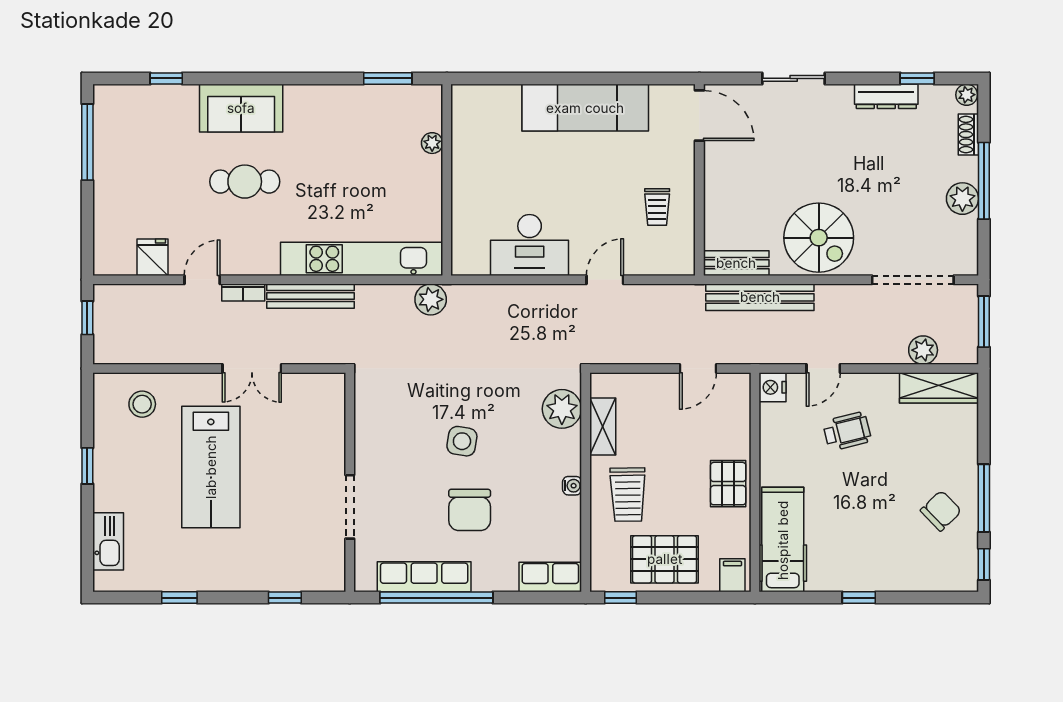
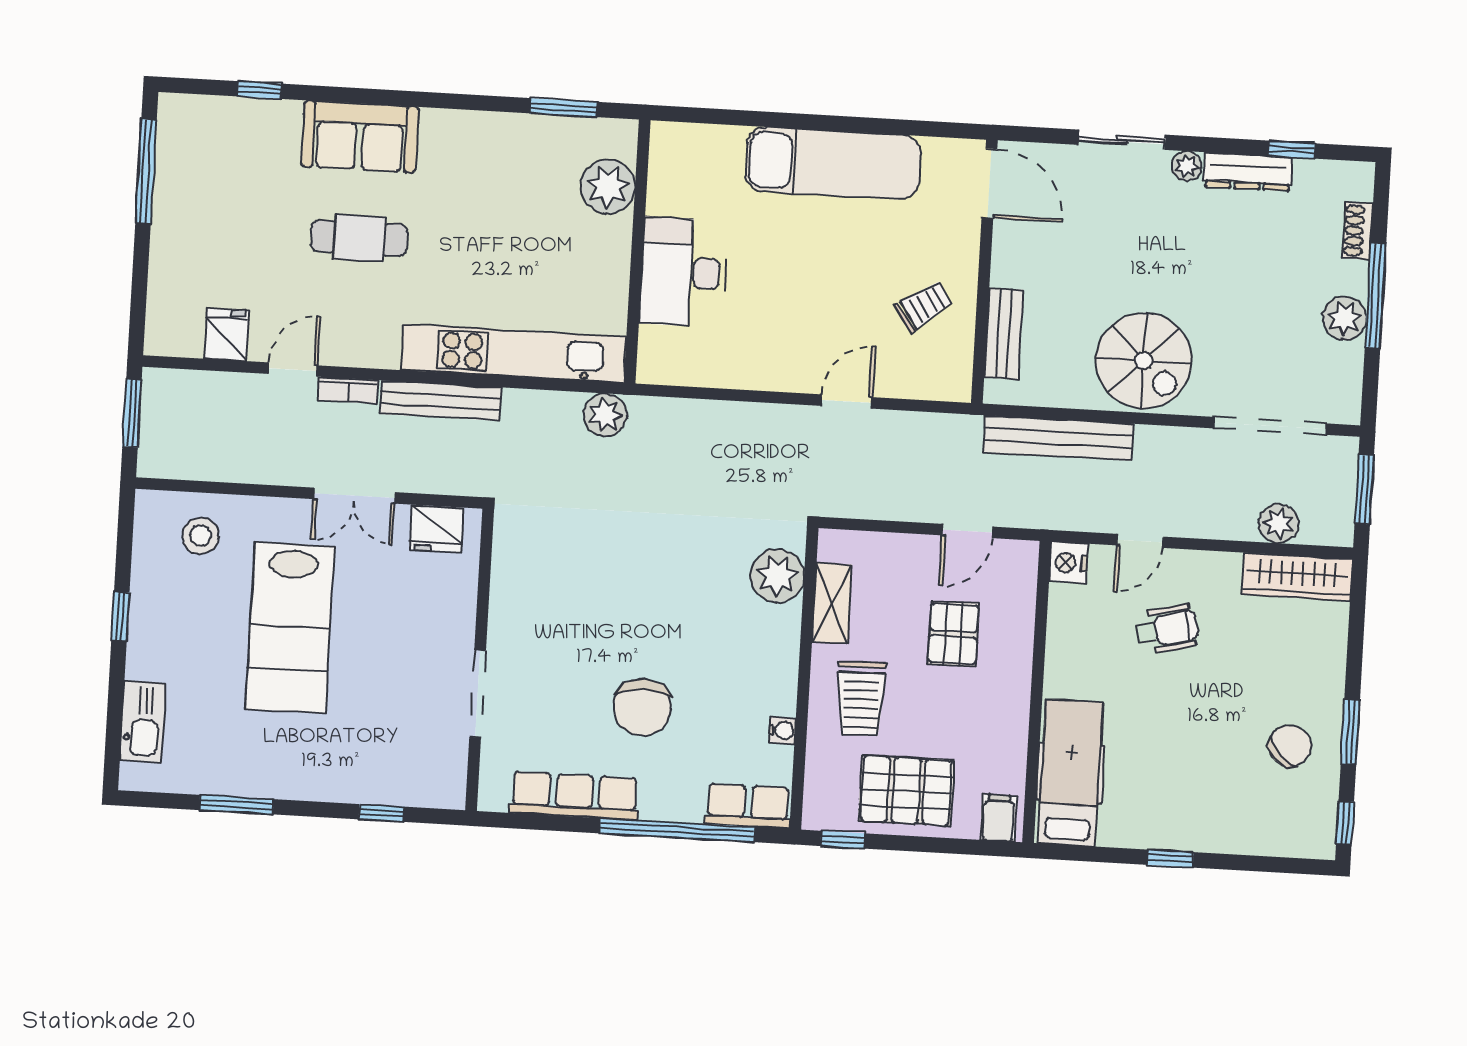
plant: (967, 95) -> (1187, 166), moved
plant: (432, 143) -> (608, 187), width x1.88, depth x1.88
trolley: (657, 207) -> (924, 306), turned -125
desk: (530, 245) -> (684, 272), moved, turned 90
bench: (736, 263) -> (1004, 333), moved, turned 90
window: (87, 318) -> (132, 413), width x1.50
fridge: (313, 389) -> (437, 529), added
side table: (462, 441) -> (637, 612), removed
pallet: (728, 484) -> (953, 634), moved
water cooler: (572, 486) -> (782, 730), moved
window: (984, 498) -> (1350, 732), width x0.69
window: (179, 598) -> (236, 805), width x1.50
window: (436, 598) -> (677, 830), moved

